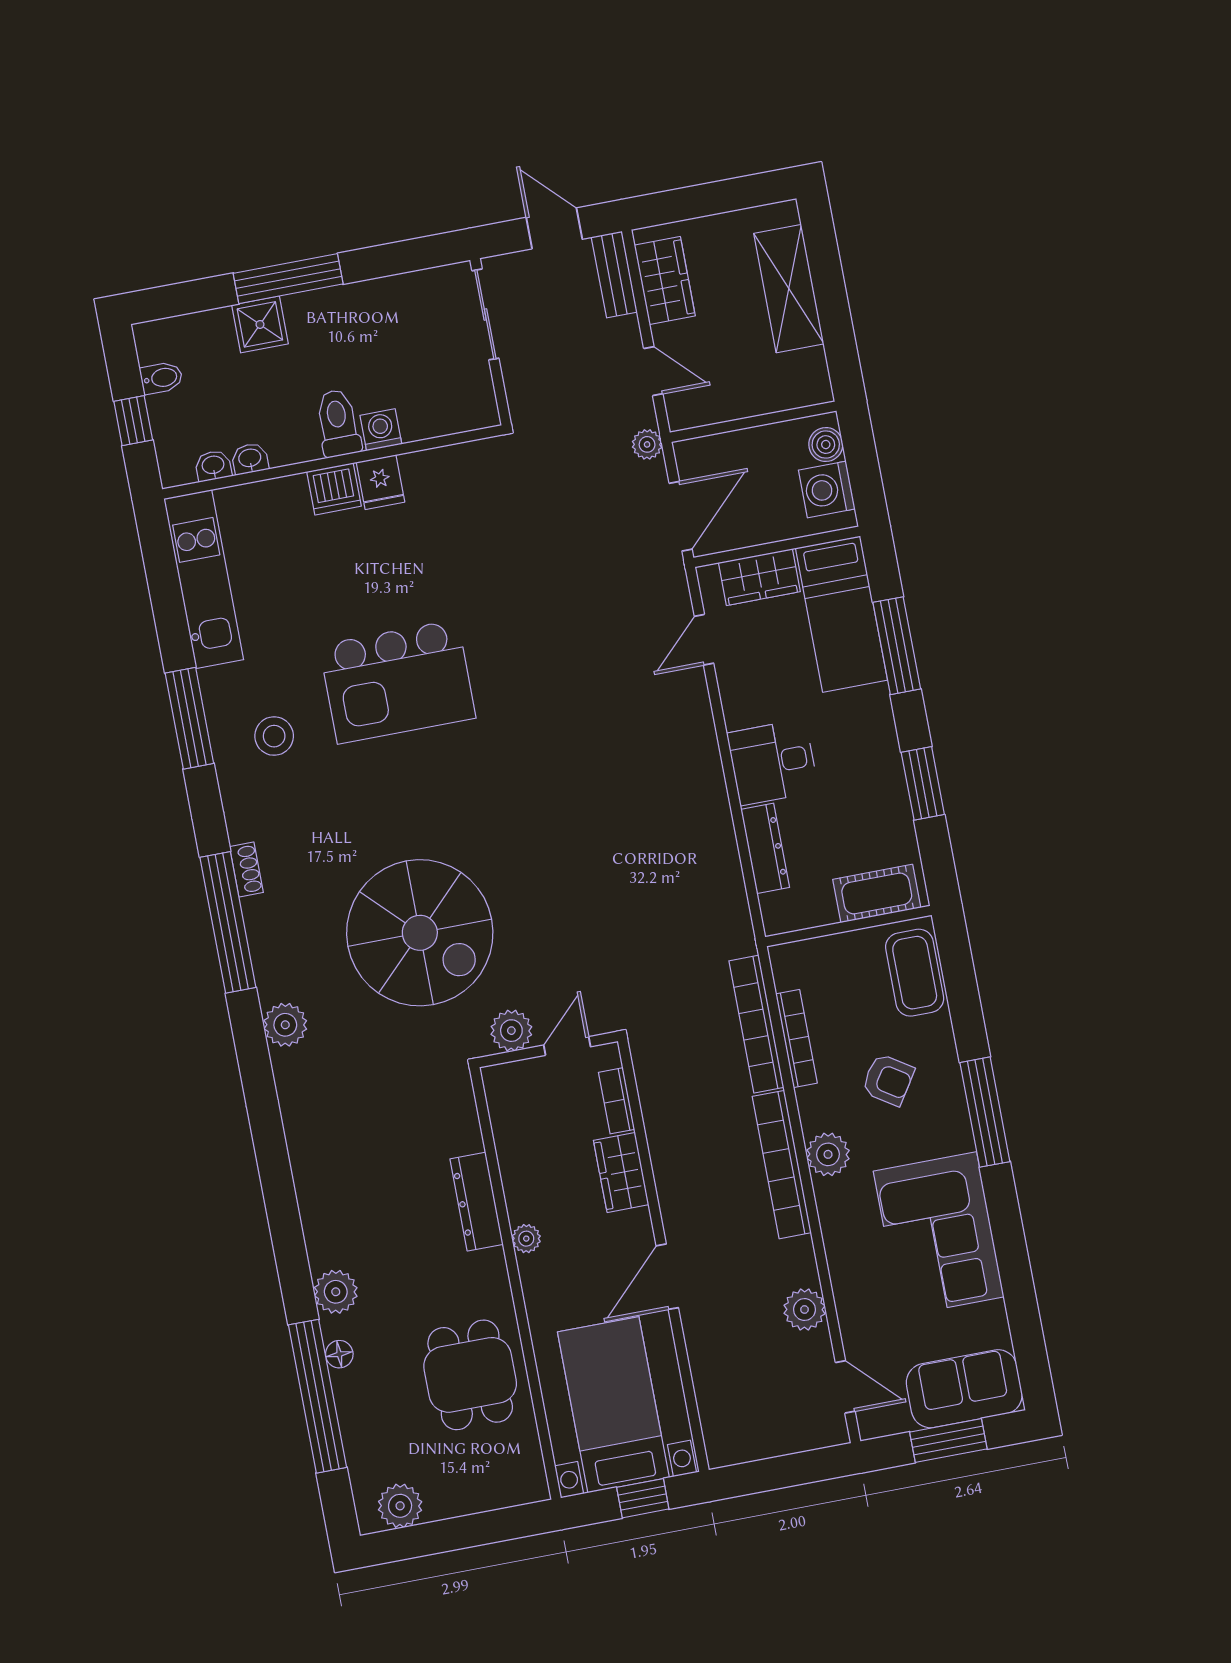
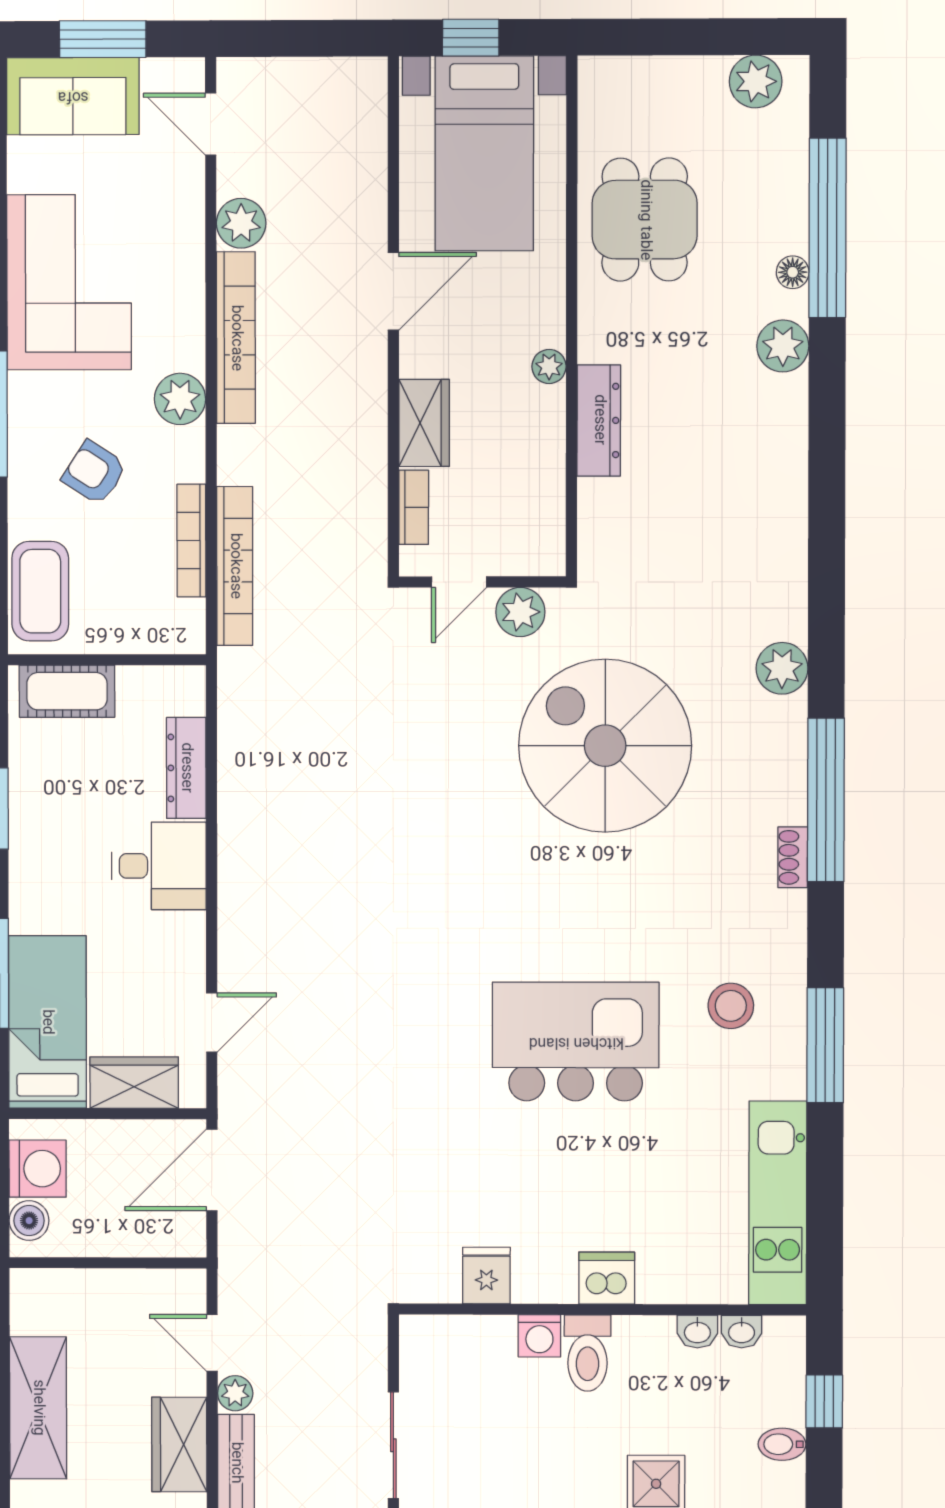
plant: (647, 444) -> (235, 1393), moved
fridge: (380, 482) -> (486, 1275), moved
bookcase: (782, 1165) -> (236, 338), moved

